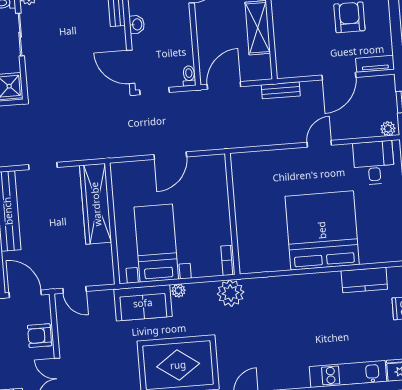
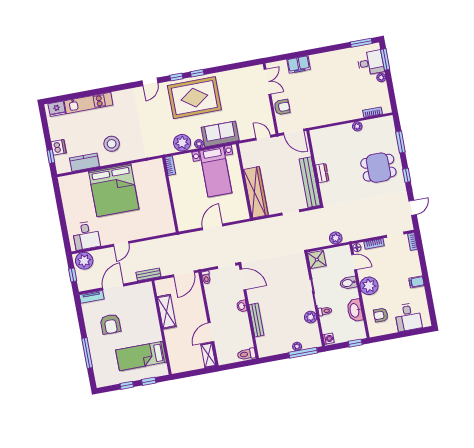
plant: (388, 129) -> (84, 261), width x1.87, depth x1.87
plant: (231, 293) -> (182, 143), moved
stool: (318, 305) -> (112, 144), added

